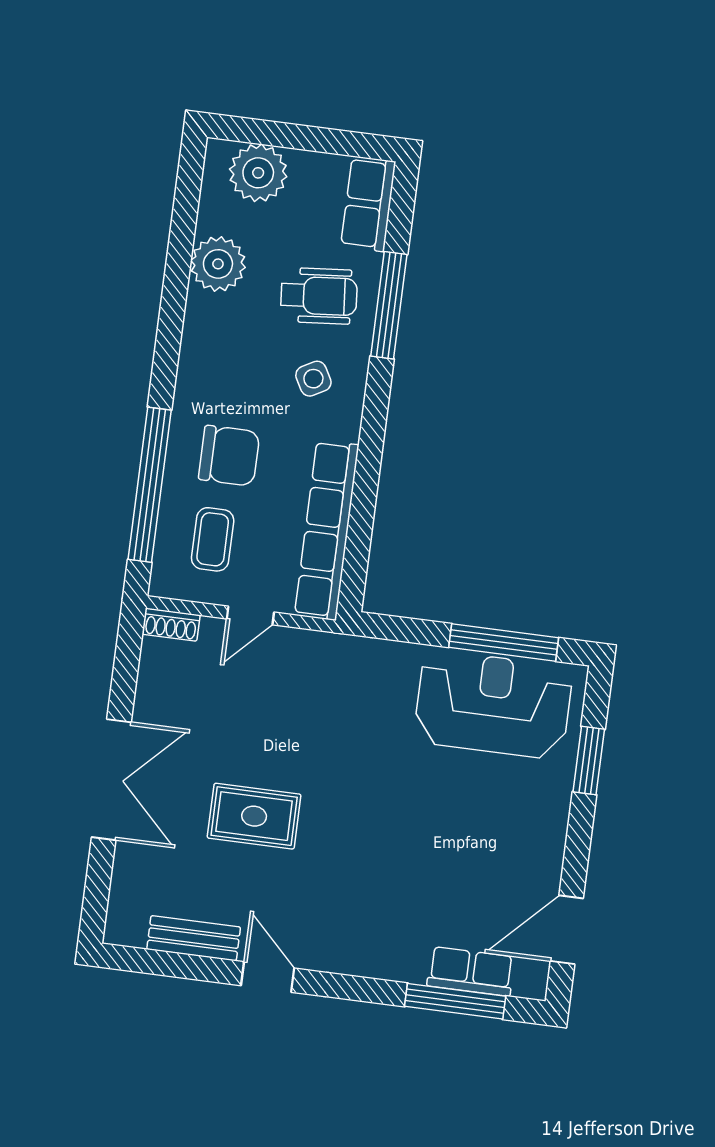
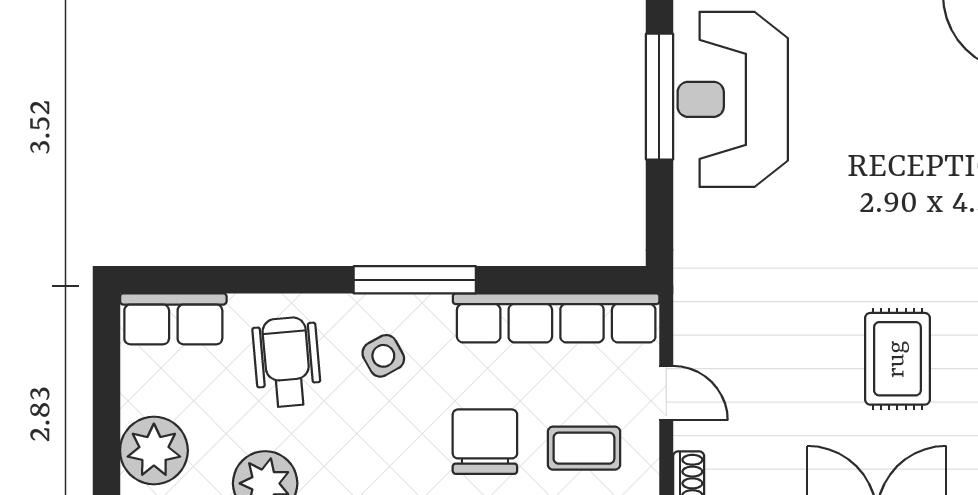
window: (389, 305) -> (415, 280), moved

